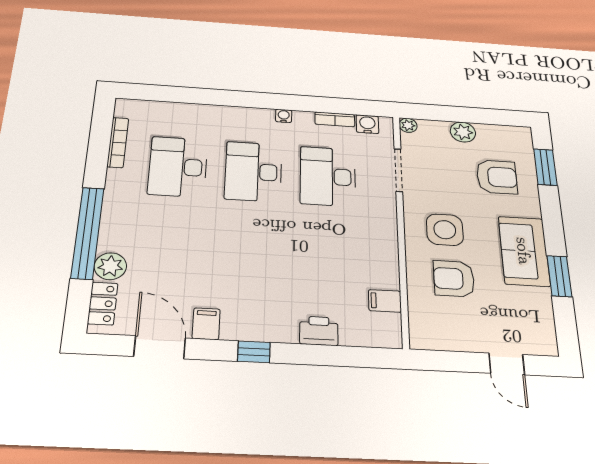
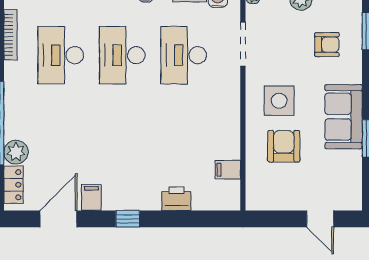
armchair: (497, 177) -> (327, 45), width x0.72, depth x0.72
armchair: (454, 279) -> (284, 146), turned 90
door: (160, 347) -> (58, 219), hinge flipped

